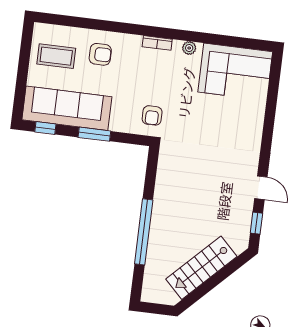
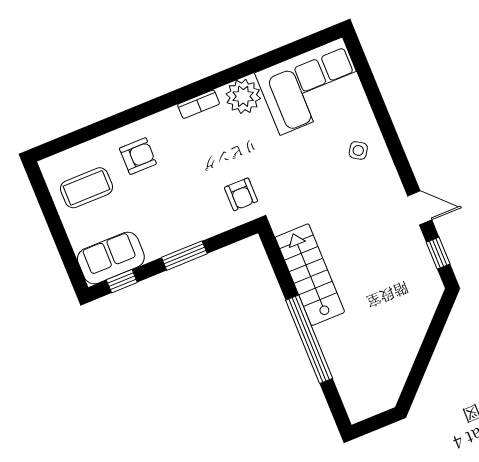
plant: (189, 48) -> (243, 96), width x1.88, depth x1.88
sofa: (67, 108) -> (111, 258), width x0.54, depth x0.79
side table: (242, 129) -> (358, 150), added
stairs: (201, 268) -> (310, 275), moved, turned 135

